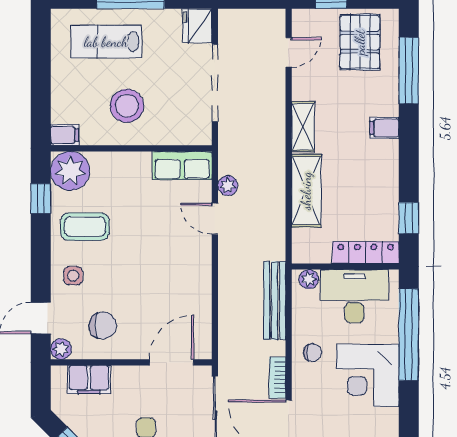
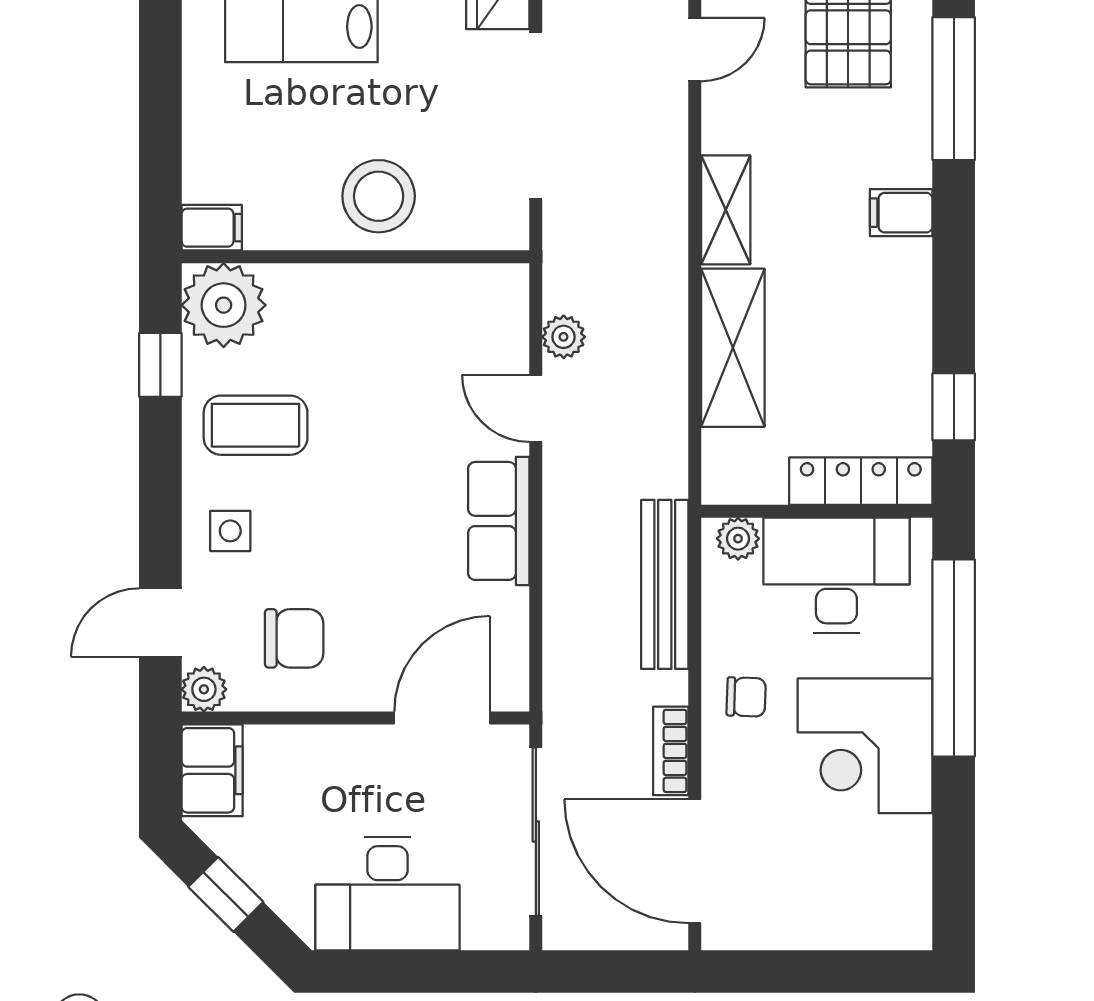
stool: (127, 106) -> (379, 196), moved
row of seats: (182, 166) -> (499, 521), moved, turned 90
filing cabinet: (89, 380) -> (212, 770), moved, turned -90

